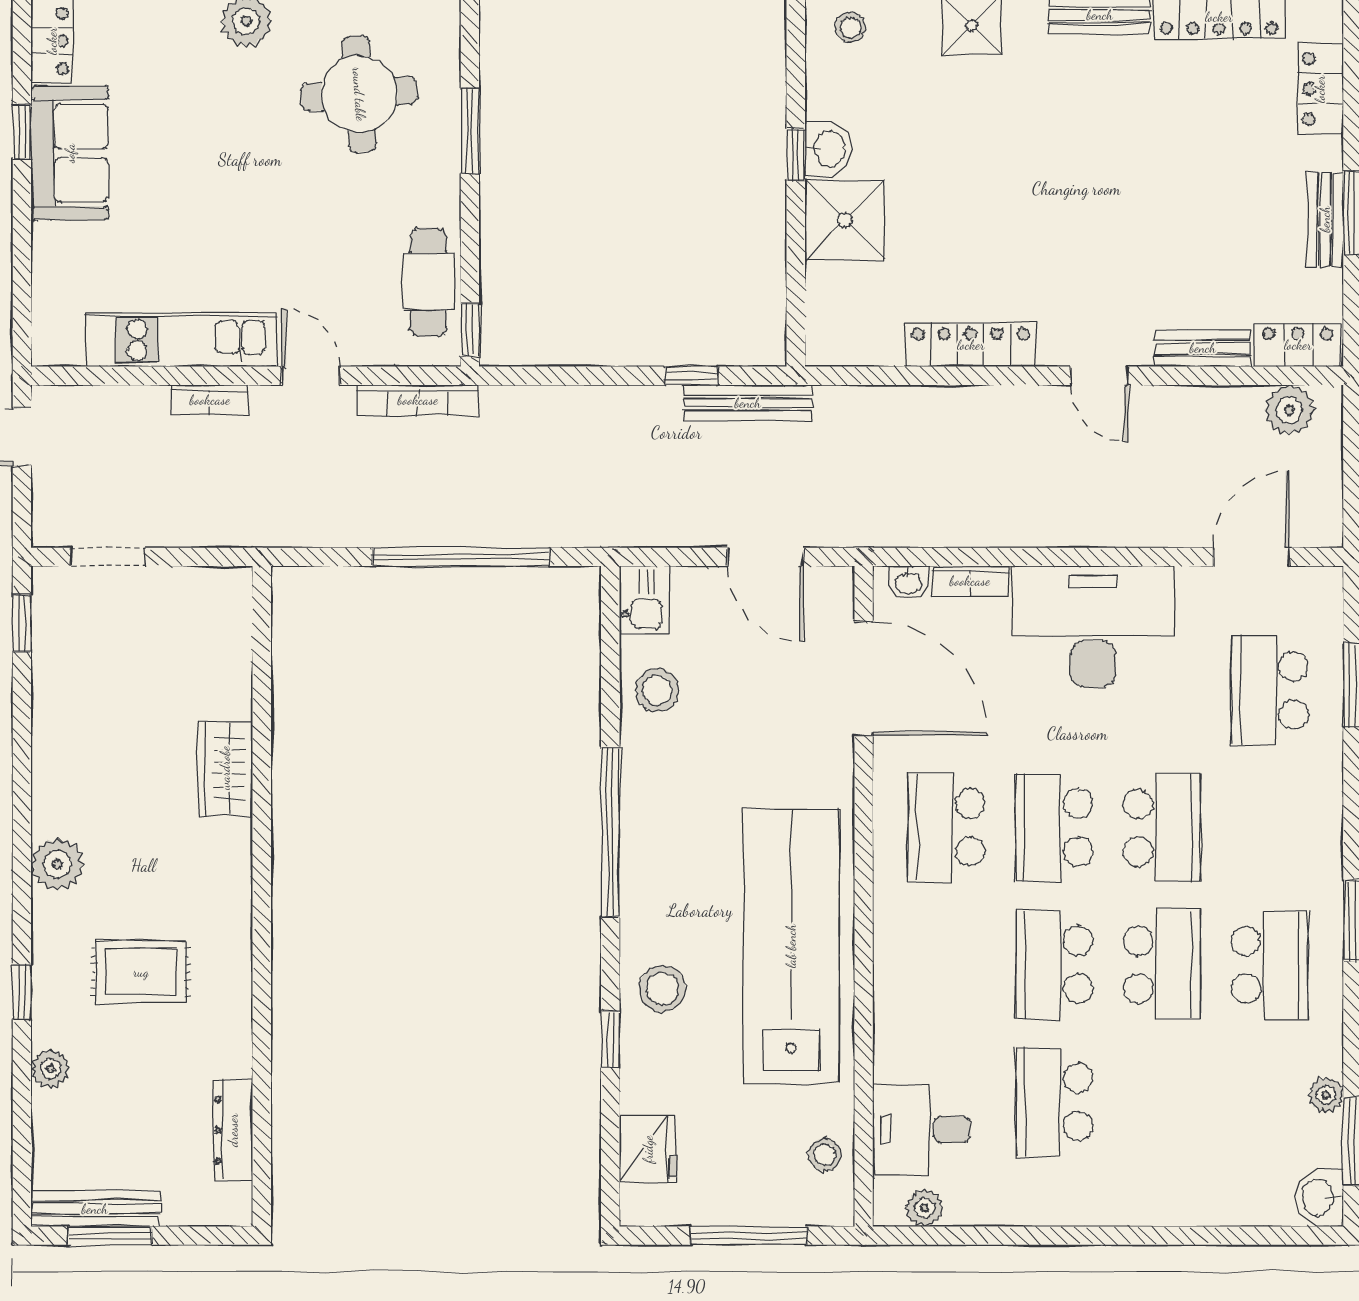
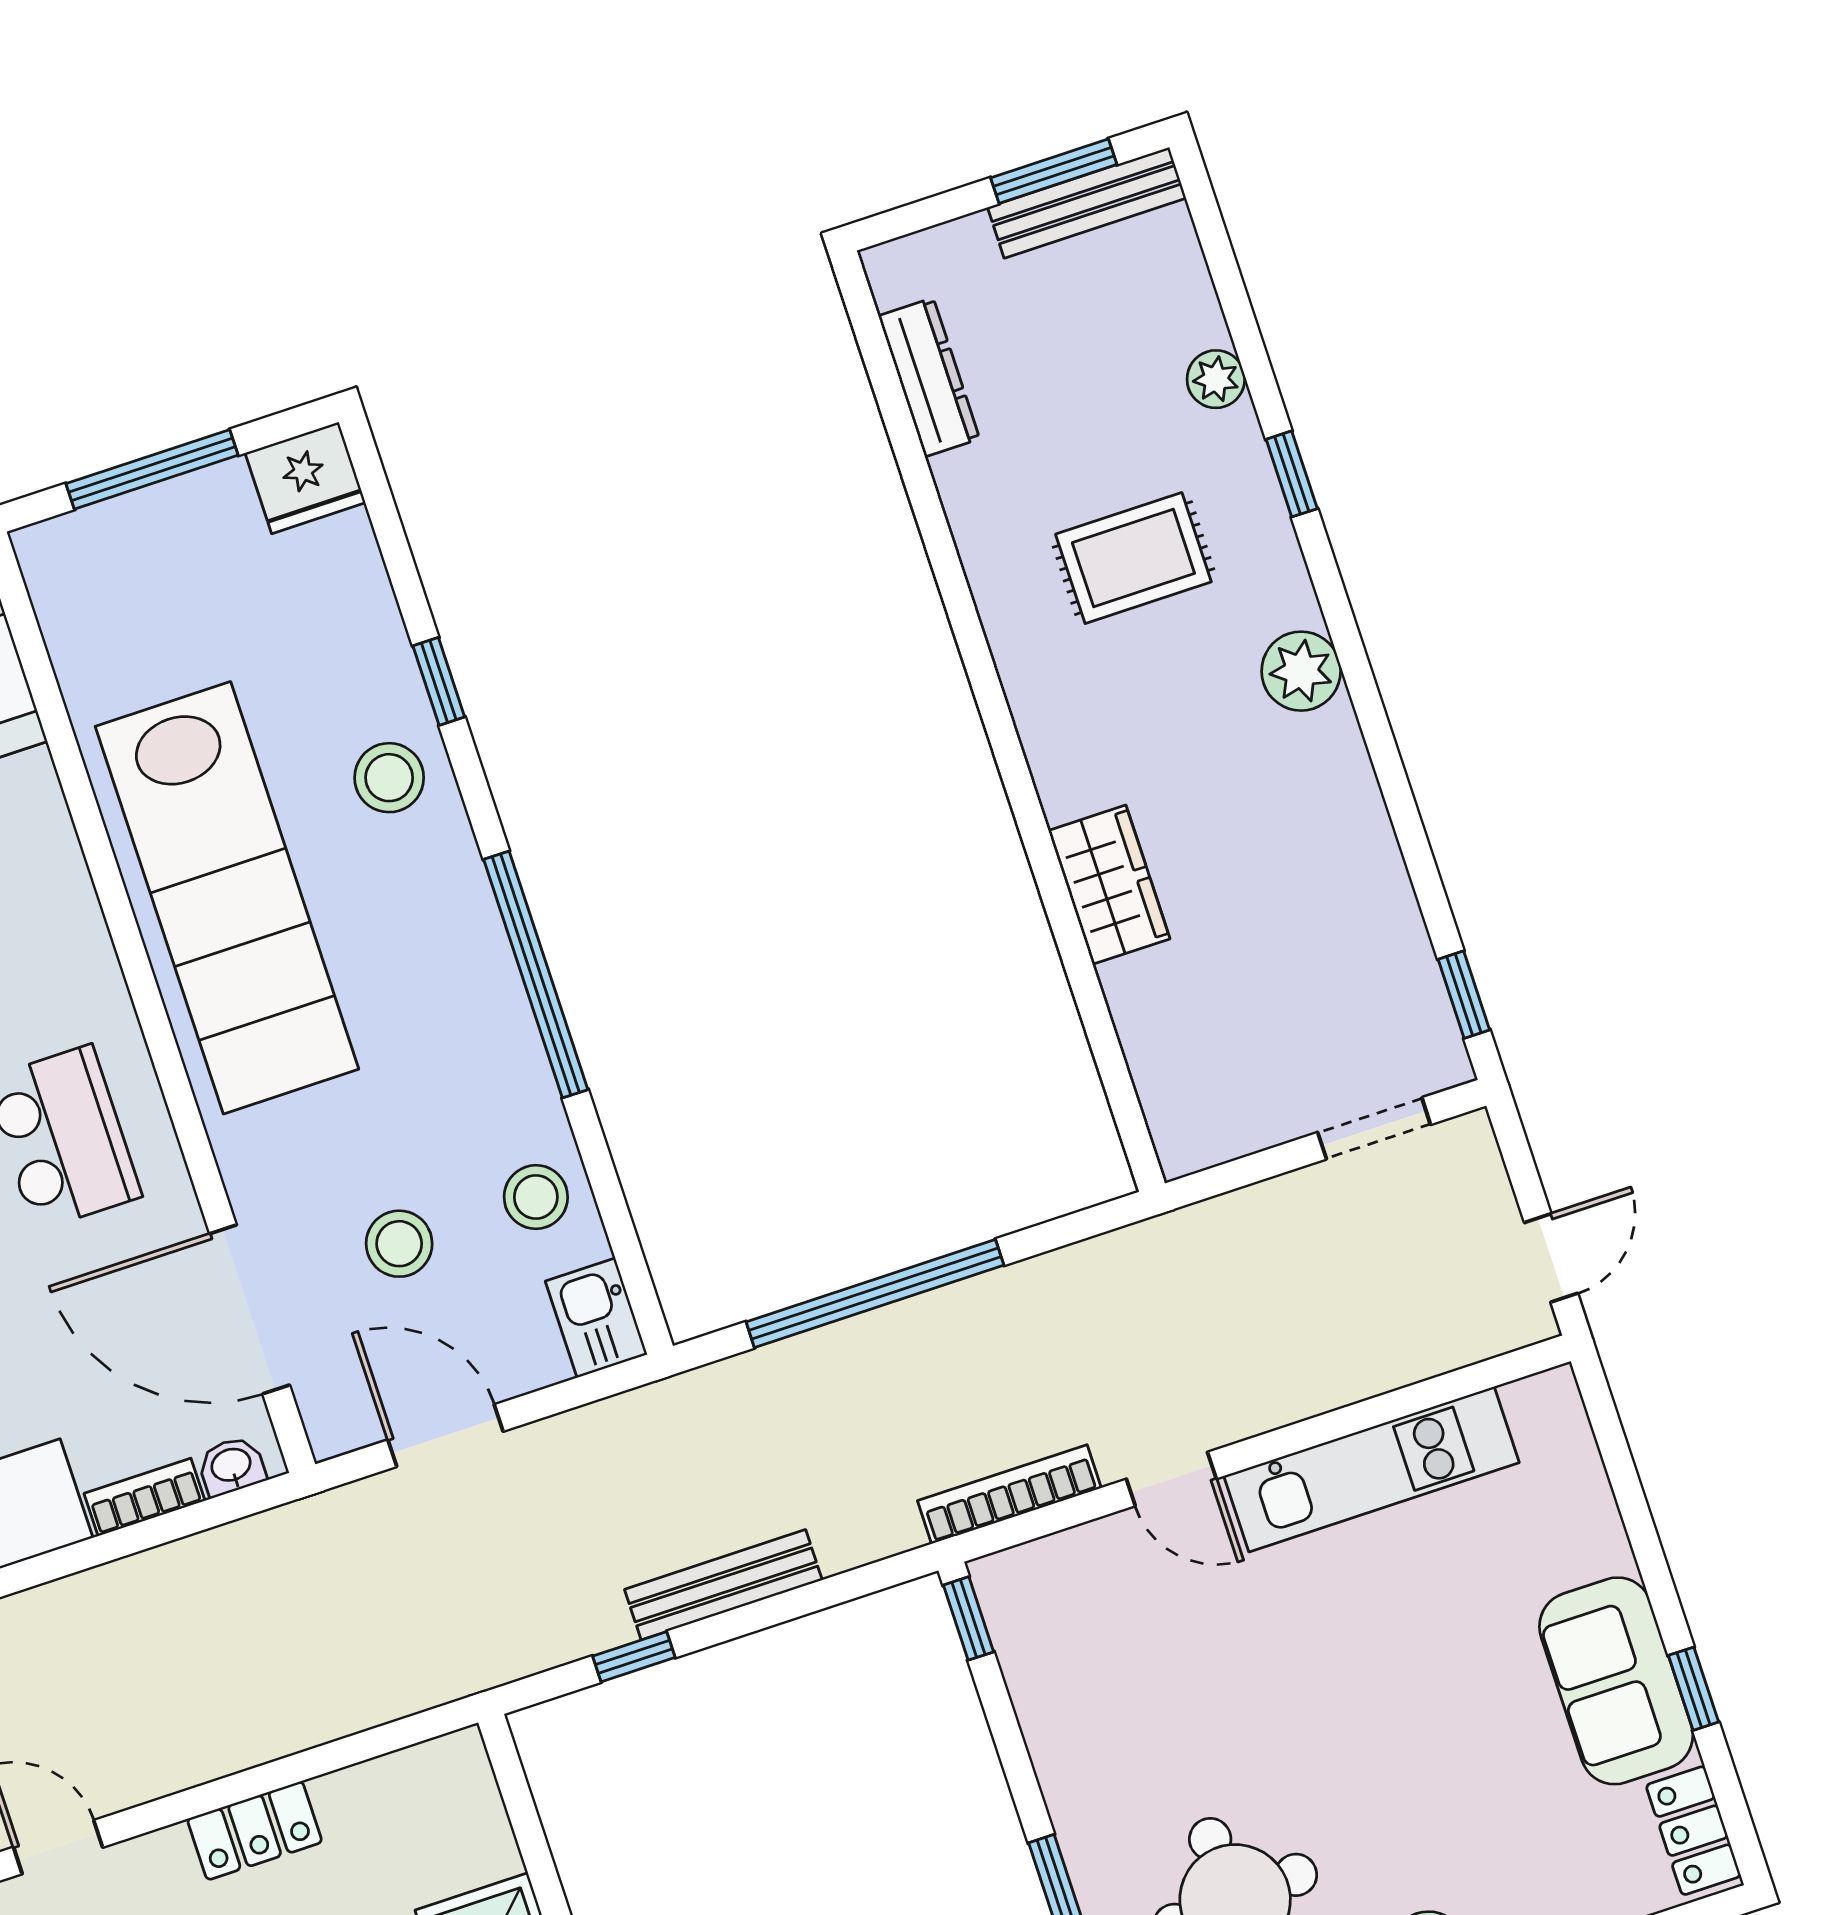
cafe table: (428, 282) -> (1050, 1666), removed
locker: (971, 345) -> (255, 1831), width x0.66
bookcase: (210, 400) -> (1303, 1398), removed
bench: (748, 403) -> (723, 1585), moved
fridge: (648, 1149) -> (305, 478), moved, turned -90
stool: (825, 1155) -> (399, 1244), moved, width x1.37, depth x1.37

